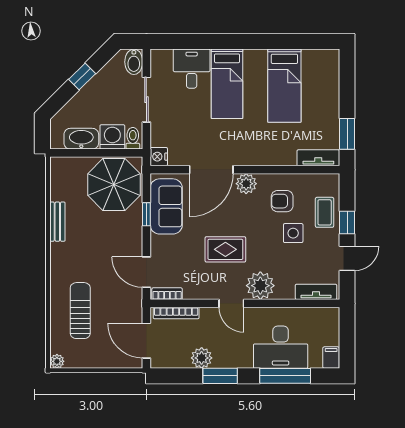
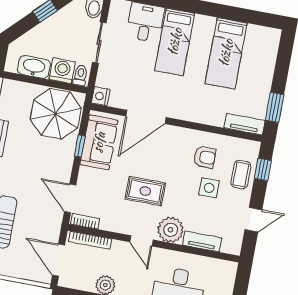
plant: (246, 184) -> (175, 135), removed
armchair: (282, 201) -> (205, 157), turned 180
window: (347, 222) -> (263, 169), moved
tv unit: (316, 292) -> (202, 241), moved

